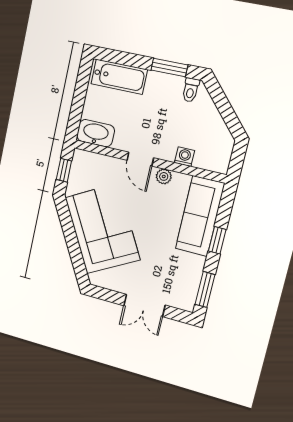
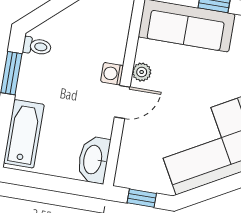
washing machine: (184, 157) -> (112, 74), moved

